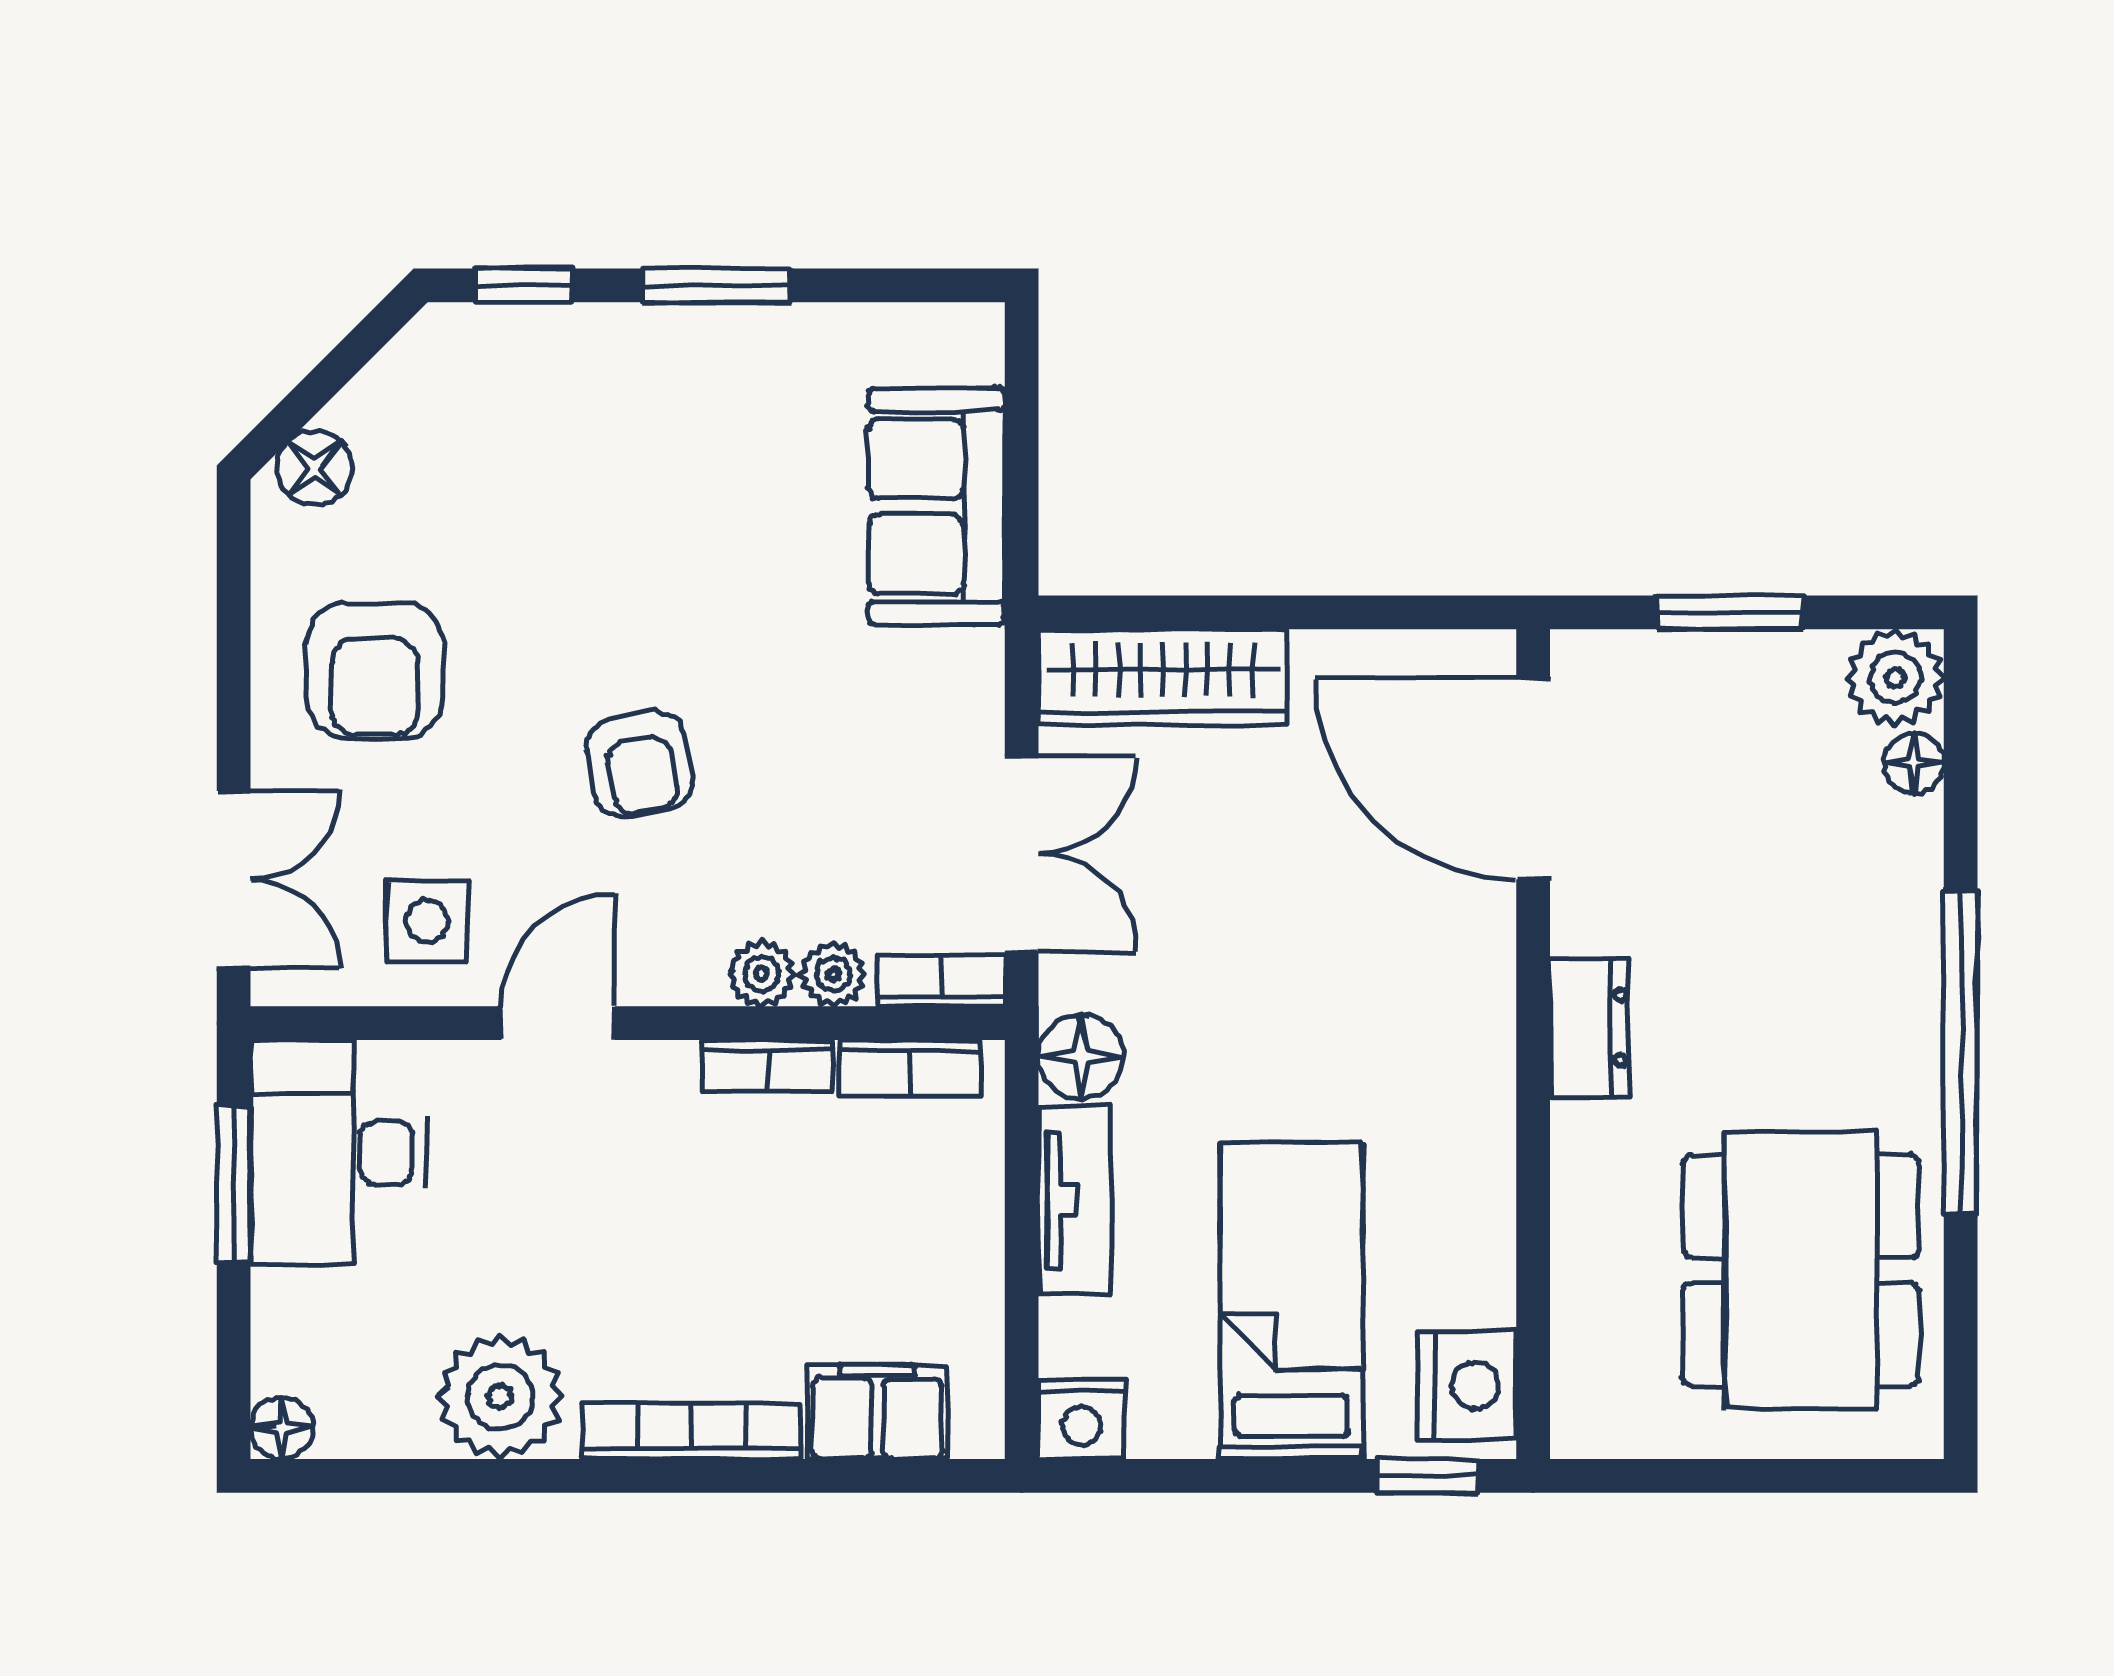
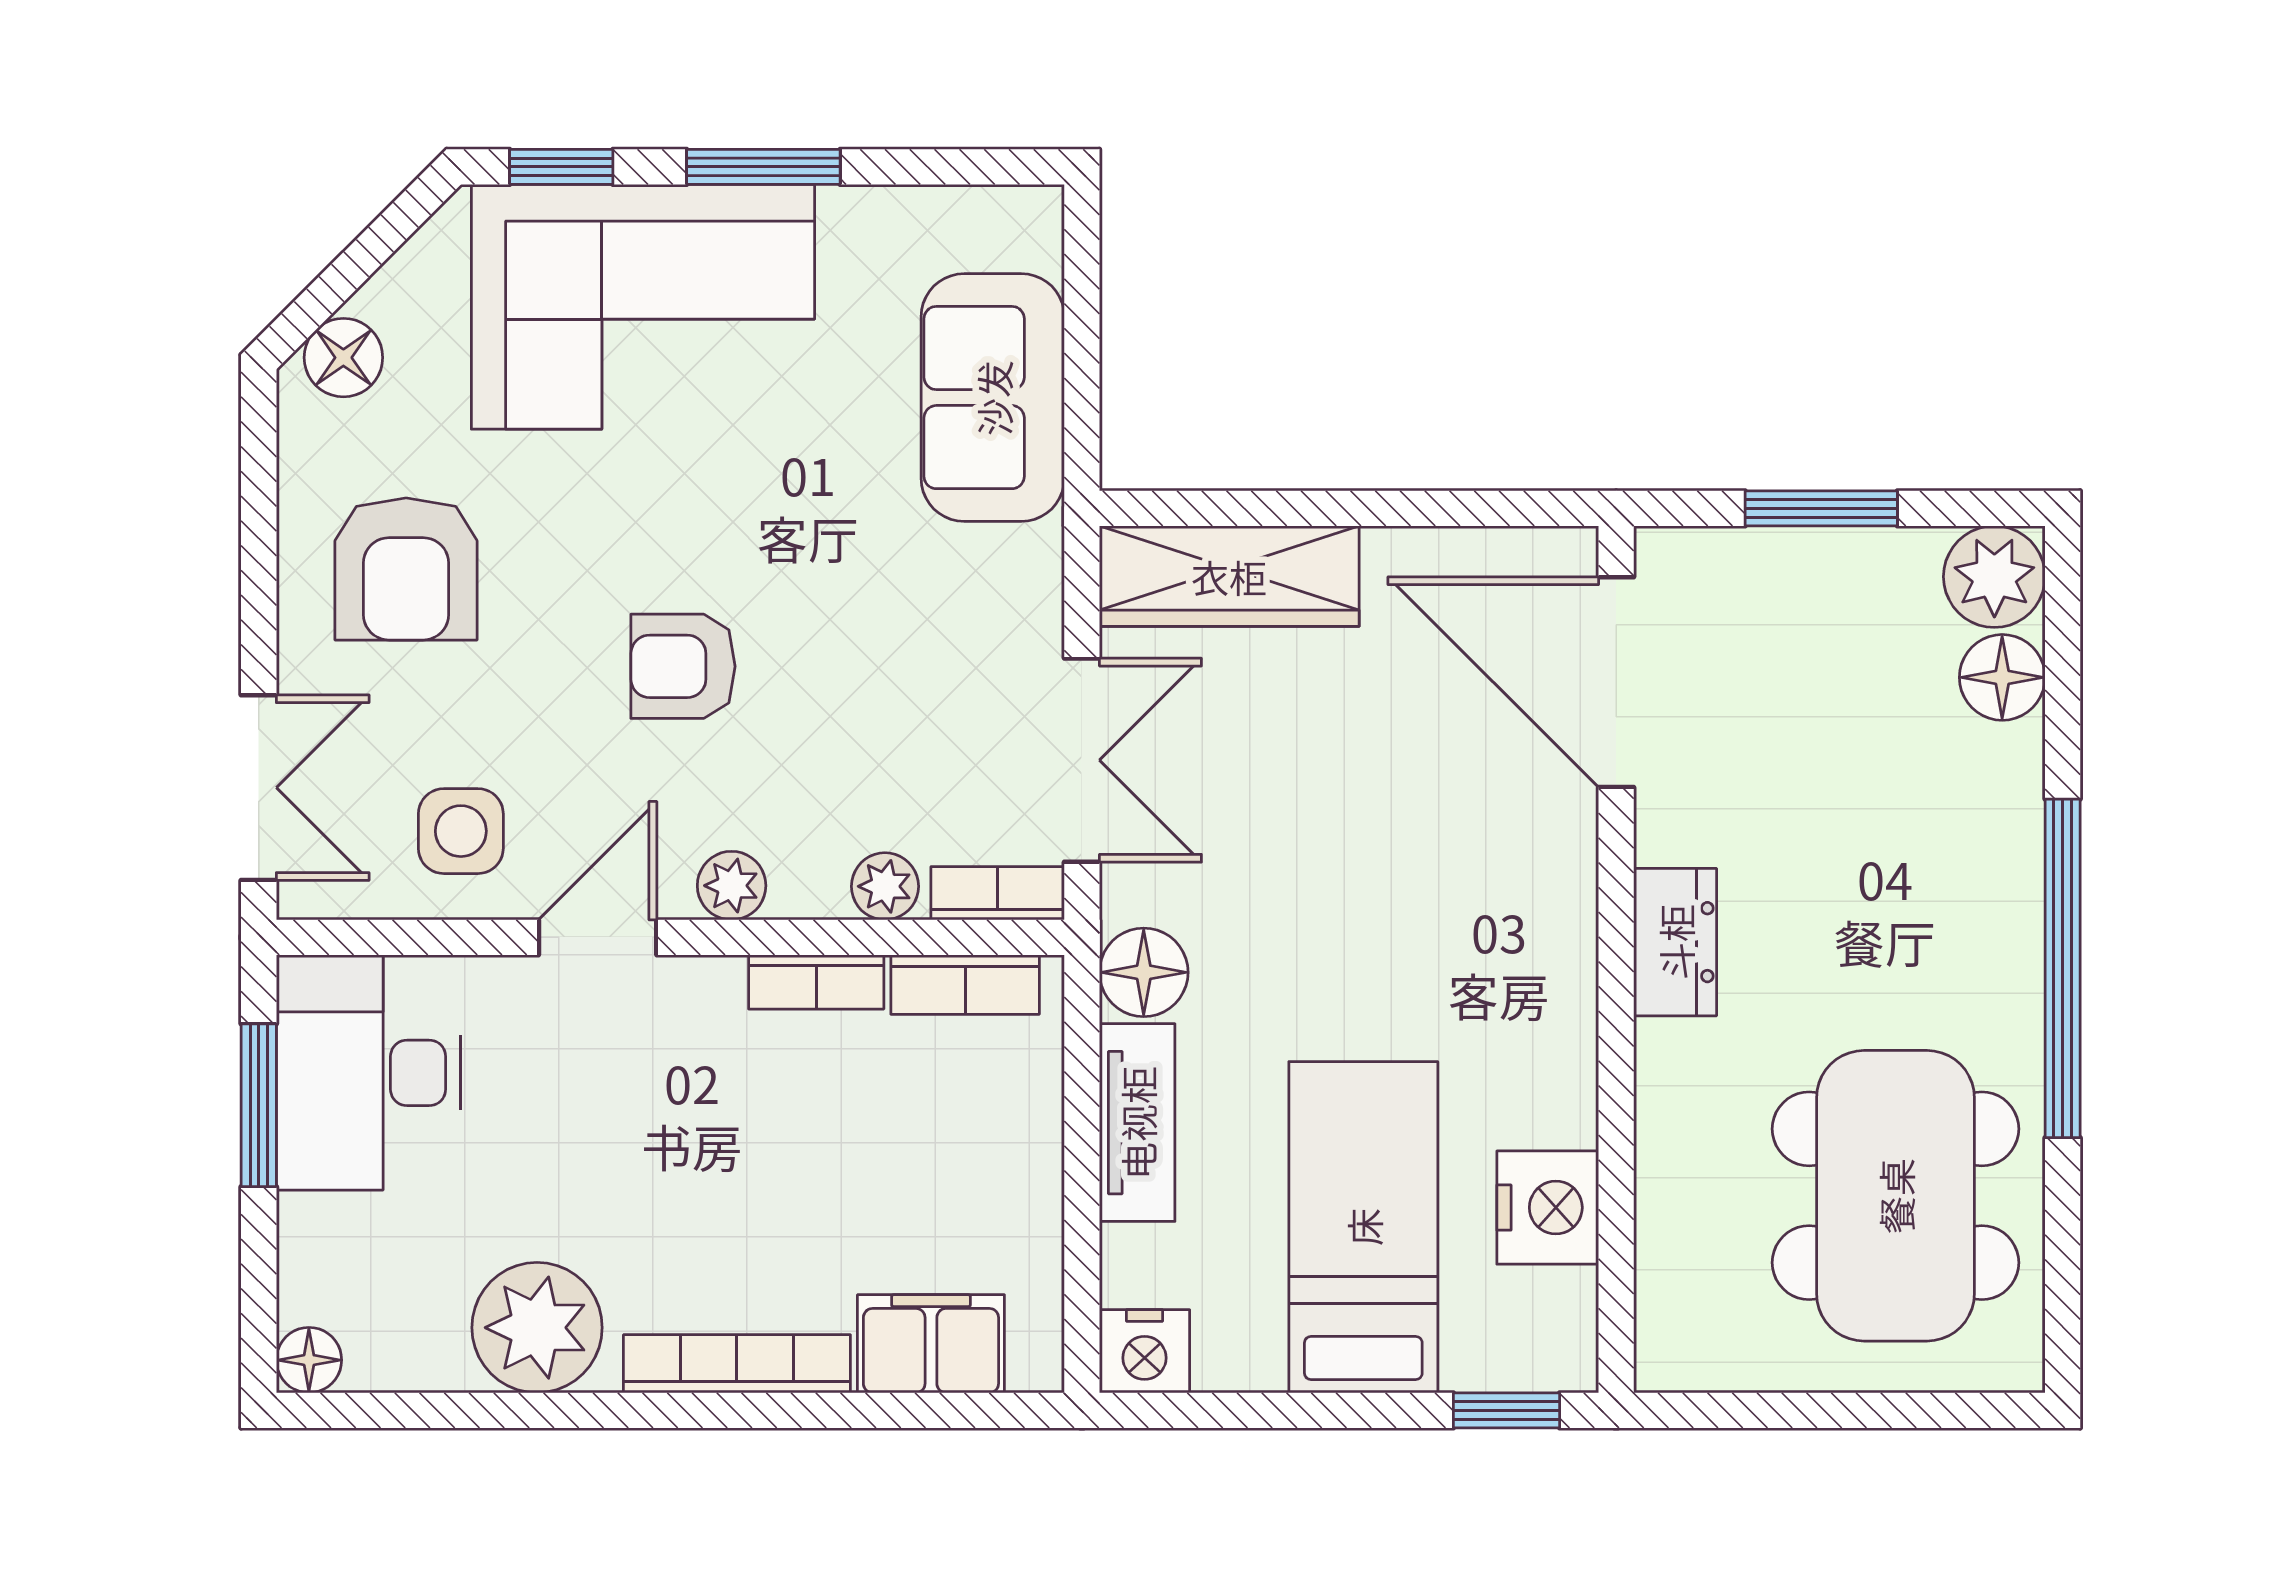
corner sofa: (602, 419) -> (643, 307), added
floor lamp: (1914, 763) -> (2002, 677), width x1.37, depth x1.37
armchair: (640, 764) -> (683, 666), turned 102
plant: (762, 974) -> (732, 886), moved
nightstand: (1468, 1386) -> (1548, 1208), moved

